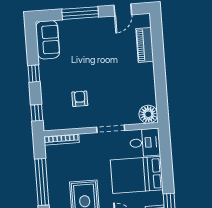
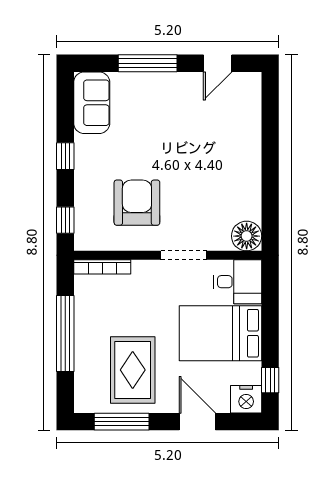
piano: (145, 45) -> (249, 123), removed
armchair: (80, 99) -> (137, 203), width x1.88, depth x1.88

